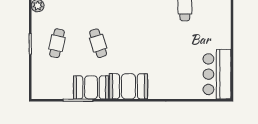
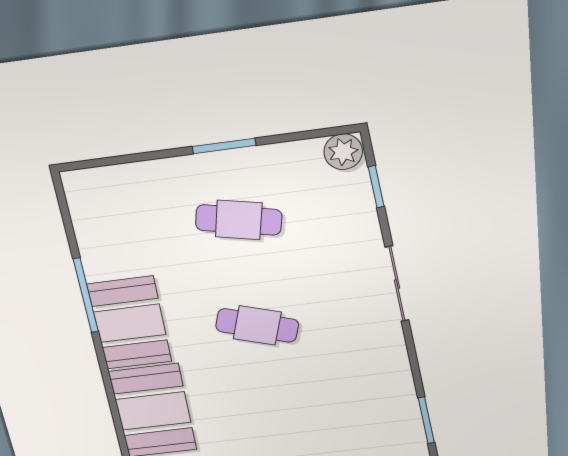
cafe table: (98, 43) -> (257, 325), turned 36

